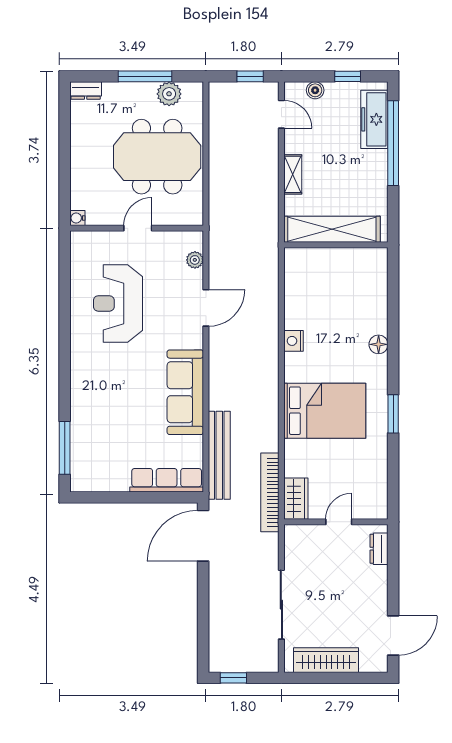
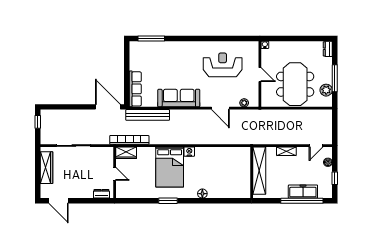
window: (250, 76) -> (335, 130), removed
freezer: (374, 119) -> (303, 192), moved
nightstand: (293, 341) -> (189, 152), moved

